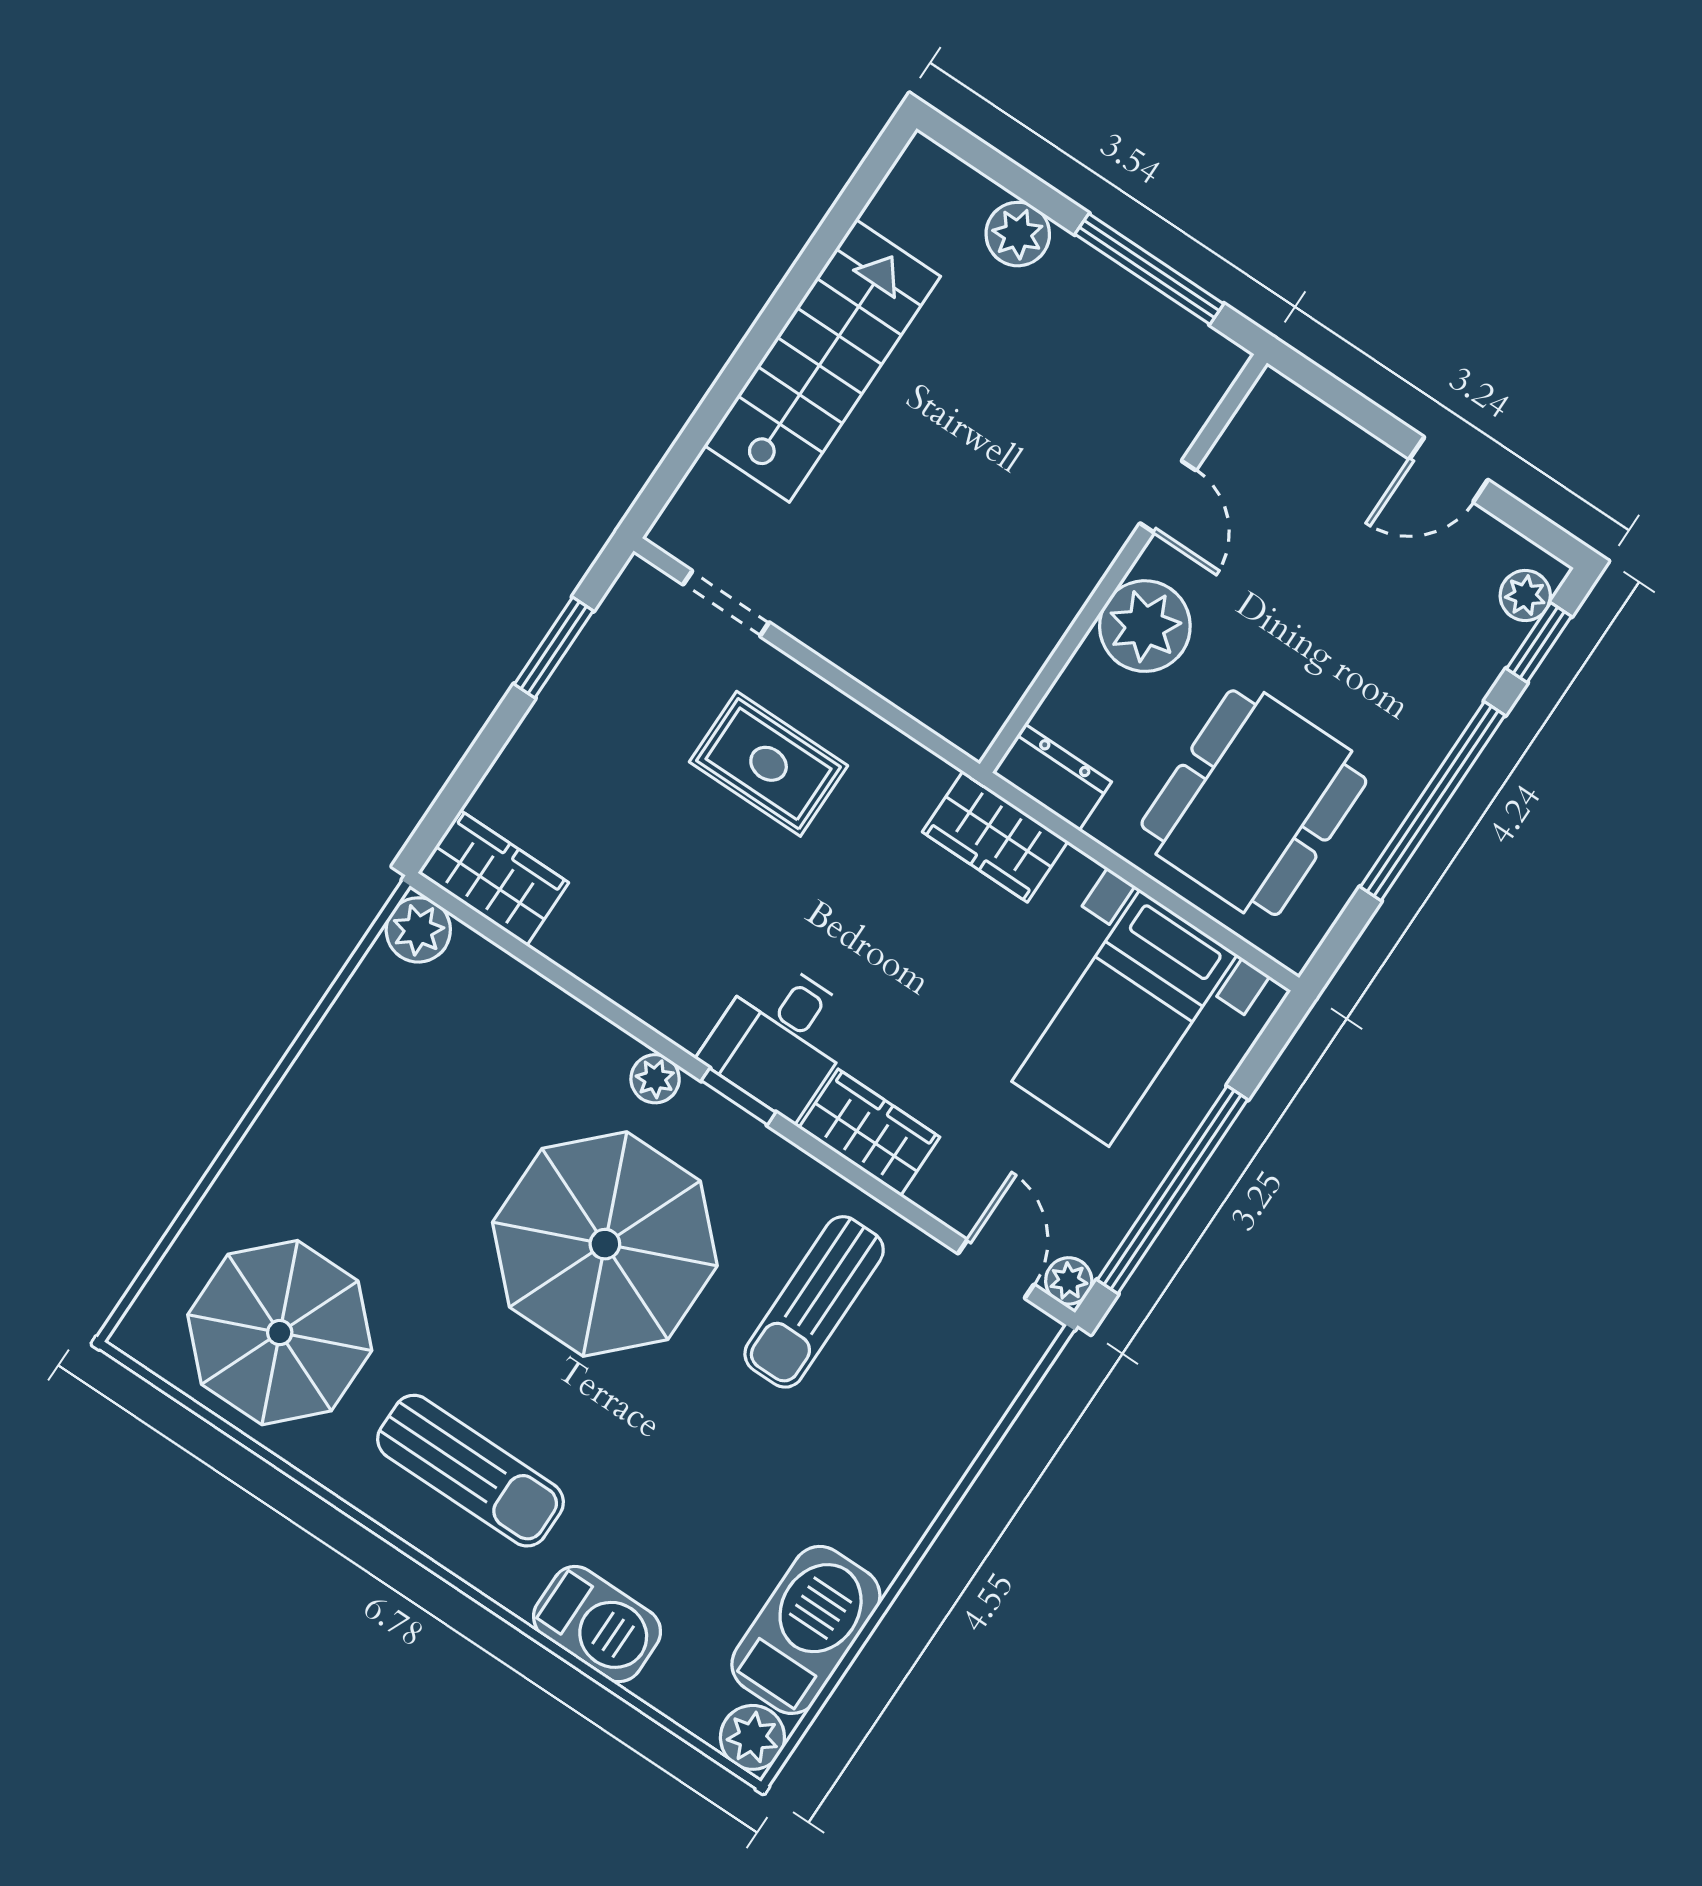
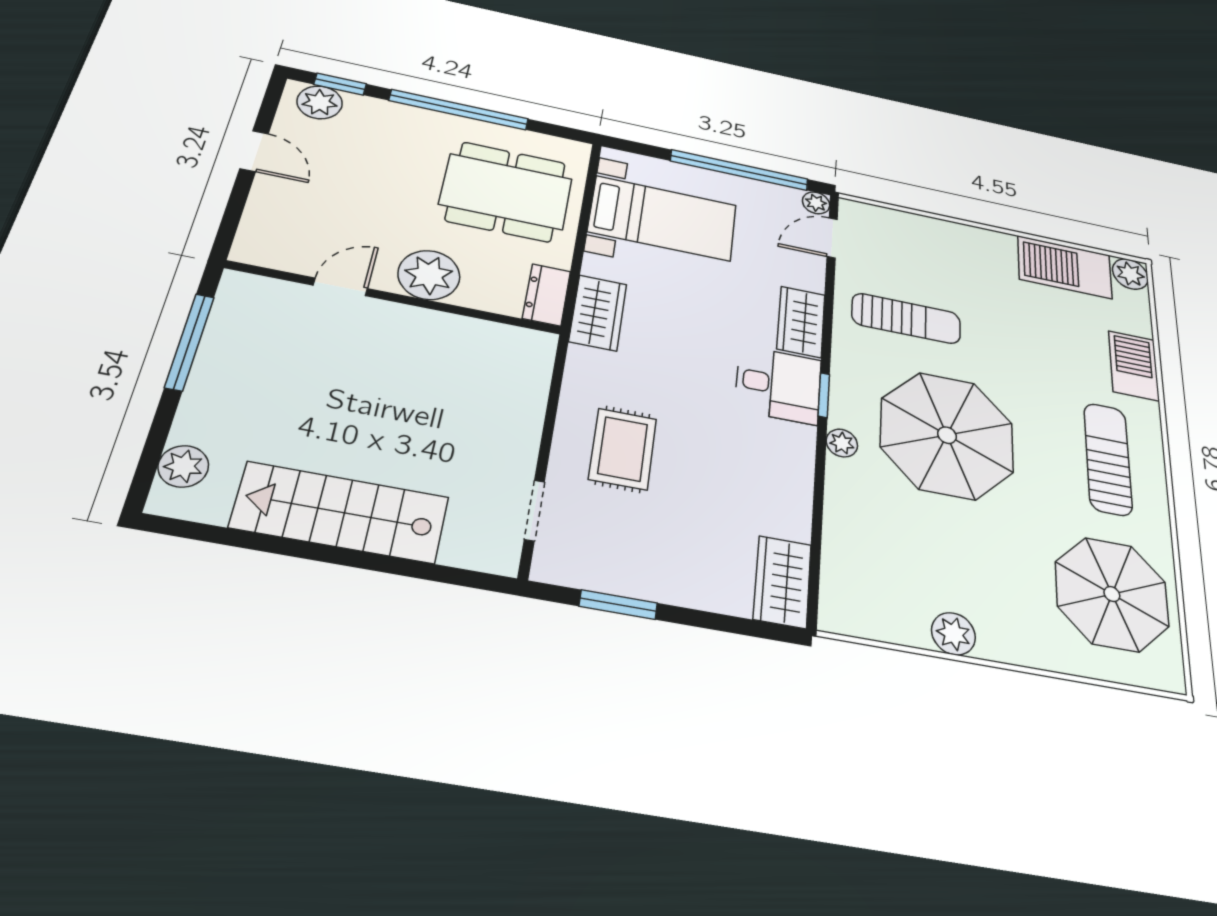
plant: (1018, 234) -> (183, 466), moved
plant: (1525, 595) -> (320, 102), width x1.38, depth x1.38
plant: (418, 930) -> (953, 634), moved

